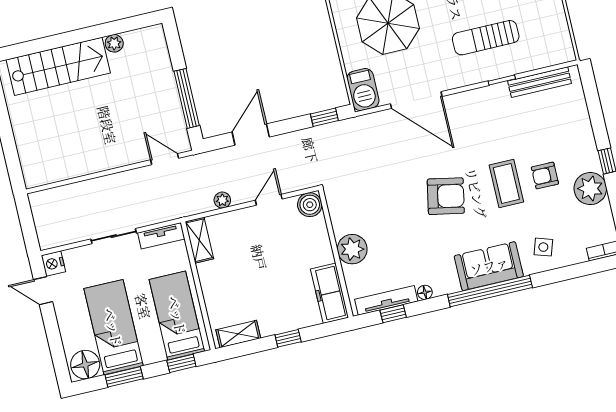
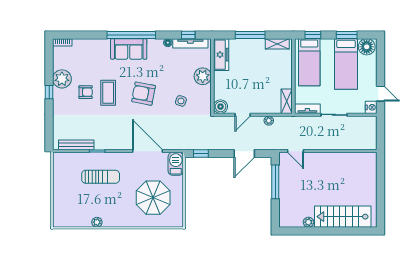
side table: (543, 247) -> (181, 101), moved
window: (288, 338) -> (250, 35), width x2.17

